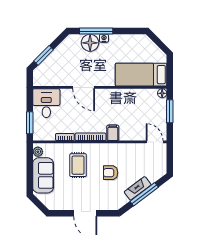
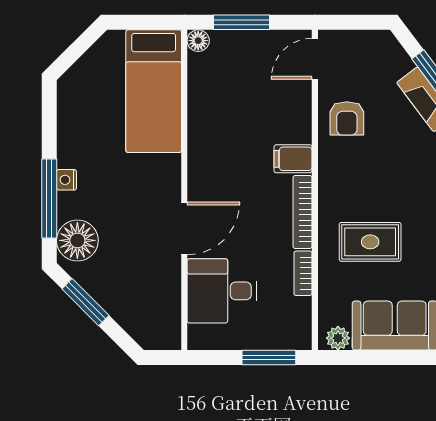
floor lamp: (90, 43) -> (77, 240), moved
window: (44, 55) -> (85, 302), moved
desk: (46, 103) -> (222, 291), moved
armchair: (111, 173) -> (347, 118), moved

